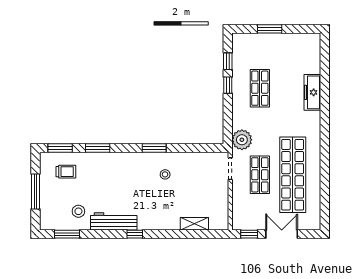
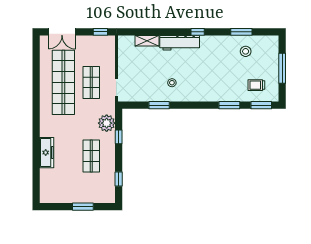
window: (228, 85) -> (119, 137), moved
plant: (242, 140) -> (107, 123), moved
window: (154, 148) -> (159, 105), moved
workbench: (114, 221) -> (180, 43), moved
window: (67, 234) -> (241, 32), moved
double door: (282, 234) -> (62, 32), moved

